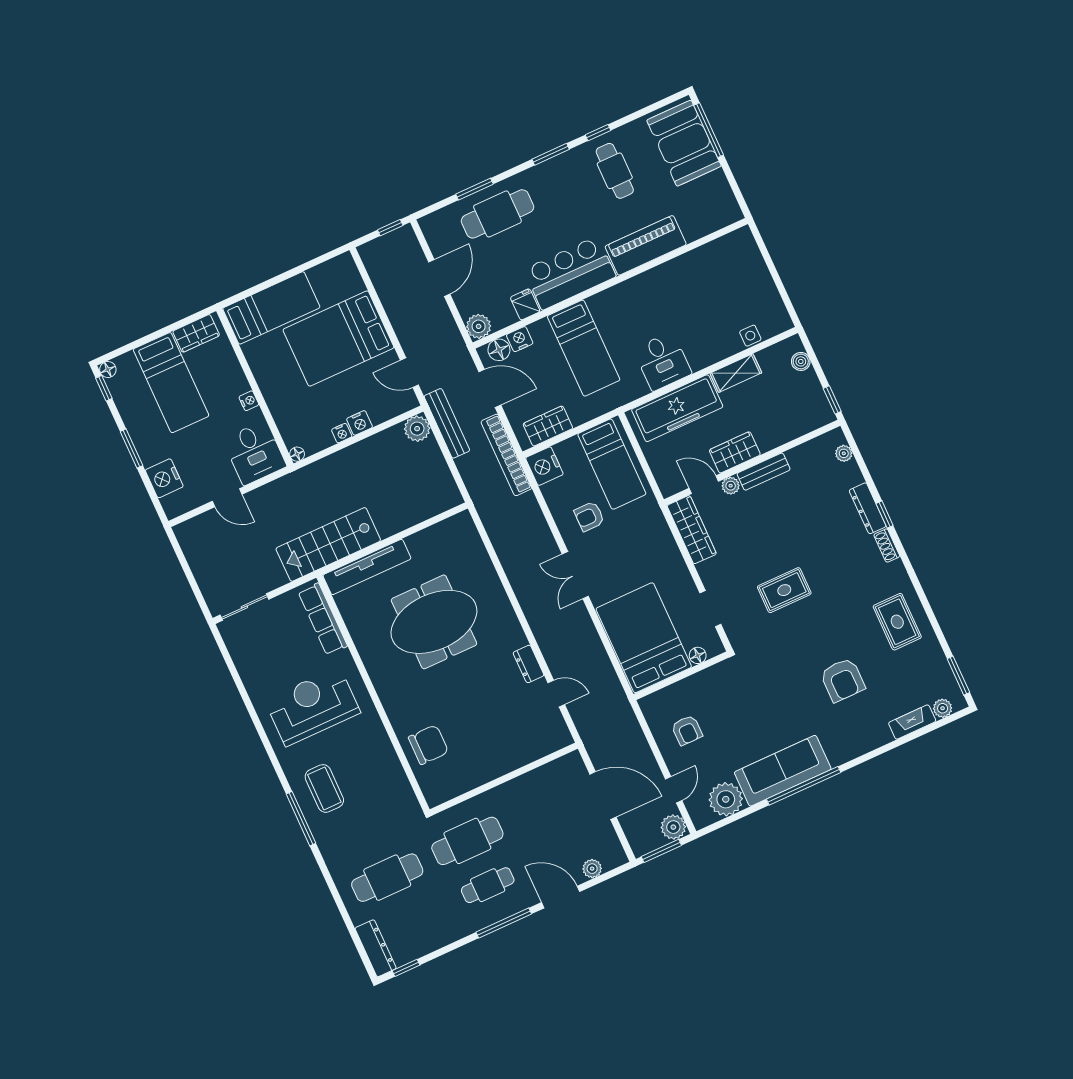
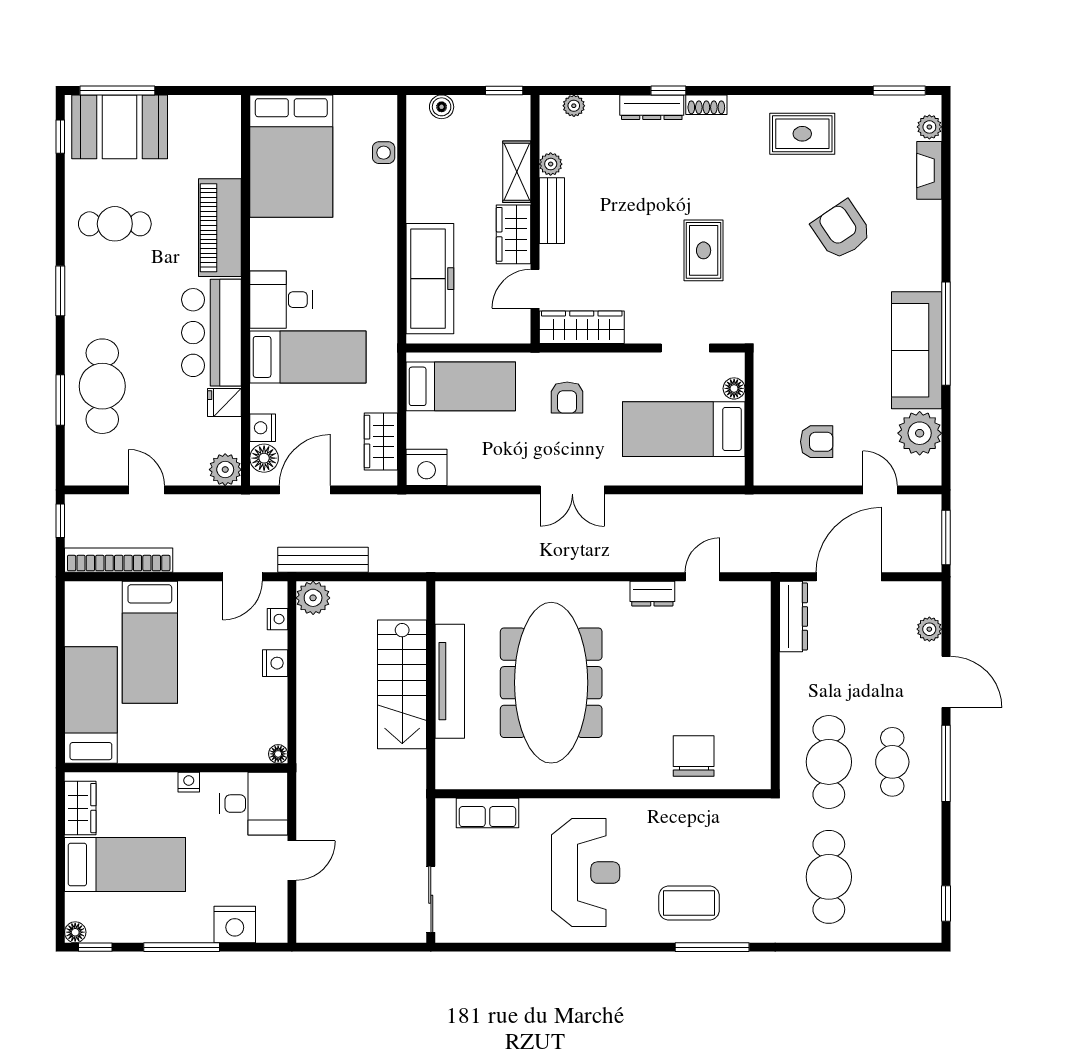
window: (598, 133) -> (60, 137), moved
bed: (718, 272) -> (291, 156), added
door: (439, 278) -> (147, 490), width x0.73
bed: (338, 339) -> (150, 642), width x0.67
desk: (662, 361) -> (281, 300), moved, turned 180
shelving: (736, 373) -> (517, 172), moved
nightstand: (342, 433) -> (277, 619), moved
window: (131, 449) -> (182, 947), width x1.44
bookcase: (506, 455) -> (119, 560), moved, turned 180
plant: (731, 486) -> (551, 164), moved
armchair: (589, 516) -> (567, 398), moved
stairs: (328, 544) -> (402, 684), moved
tv unit: (367, 567) -> (450, 681), moved
row of seats: (323, 619) -> (487, 813), width x0.68
meeting table: (434, 622) -> (551, 683), width x1.36
bed: (644, 638) -> (684, 429), width x0.67
armchair: (843, 680) -> (842, 230), turned -124
reception desk: (313, 706) -> (586, 873), turned 180
plant: (673, 827) -> (924, 510), removed
door: (561, 897) -> (946, 682), swing flipped
dresser: (376, 948) -> (793, 616), moved, turned 90

